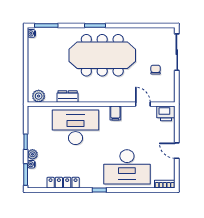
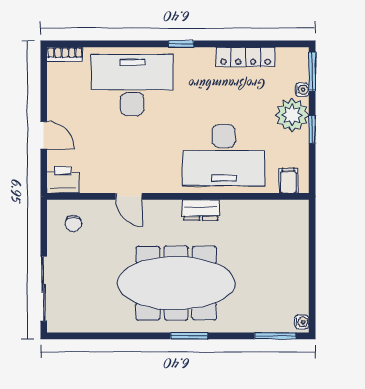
chair: (156, 70) -> (73, 223), moved
plant: (39, 96) -> (289, 211), removed
dresser: (68, 97) -> (201, 210), moved
door: (143, 104) -> (129, 196), moved
filing cabinet: (115, 113) -> (288, 181), moved
door: (177, 151) -> (44, 135), moved
plant: (32, 154) -> (292, 115), width x1.88, depth x1.88

